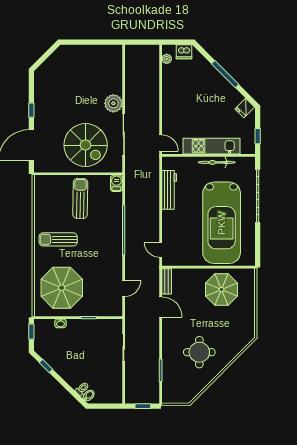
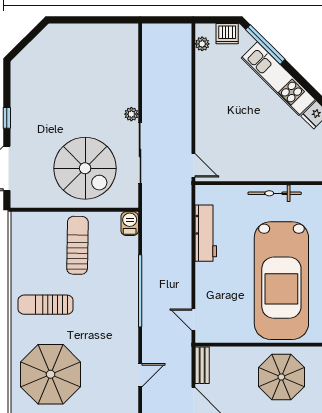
window: (225, 74) -> (265, 44), moved
plant: (113, 103) -> (131, 114), width x0.53, depth x0.53
kitchen unit: (212, 146) -> (278, 79), moved, turned -135

